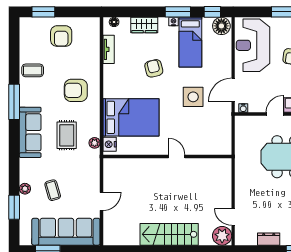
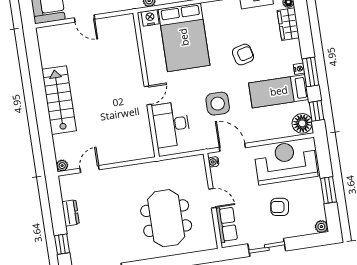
wardrobe: (144, 25) -> (288, 24), moved
desk: (205, 140) -> (171, 124), added
plant: (222, 236) -> (62, 166), width x0.53, depth x0.53

